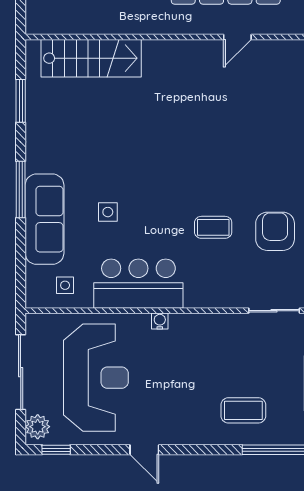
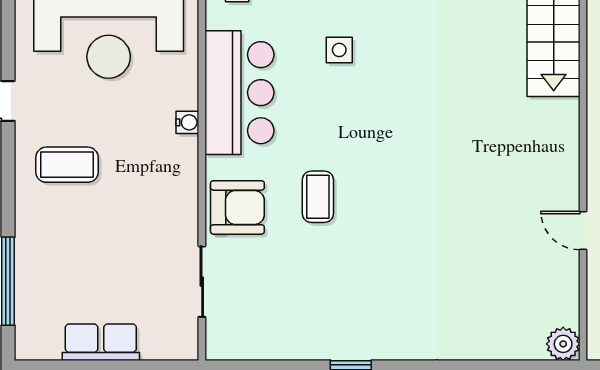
armchair: (275, 231) -> (237, 207), moved
coffee table: (243, 410) -> (67, 165), moved, turned 90

